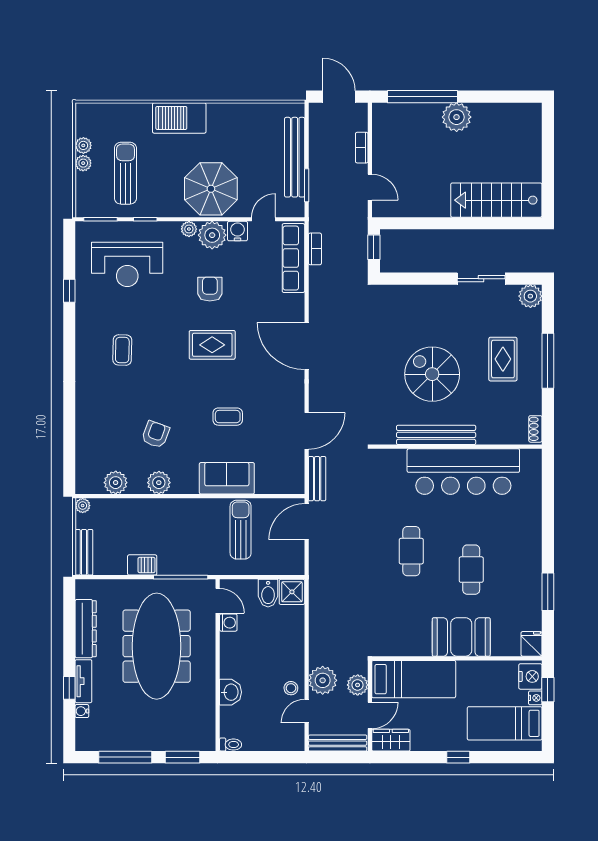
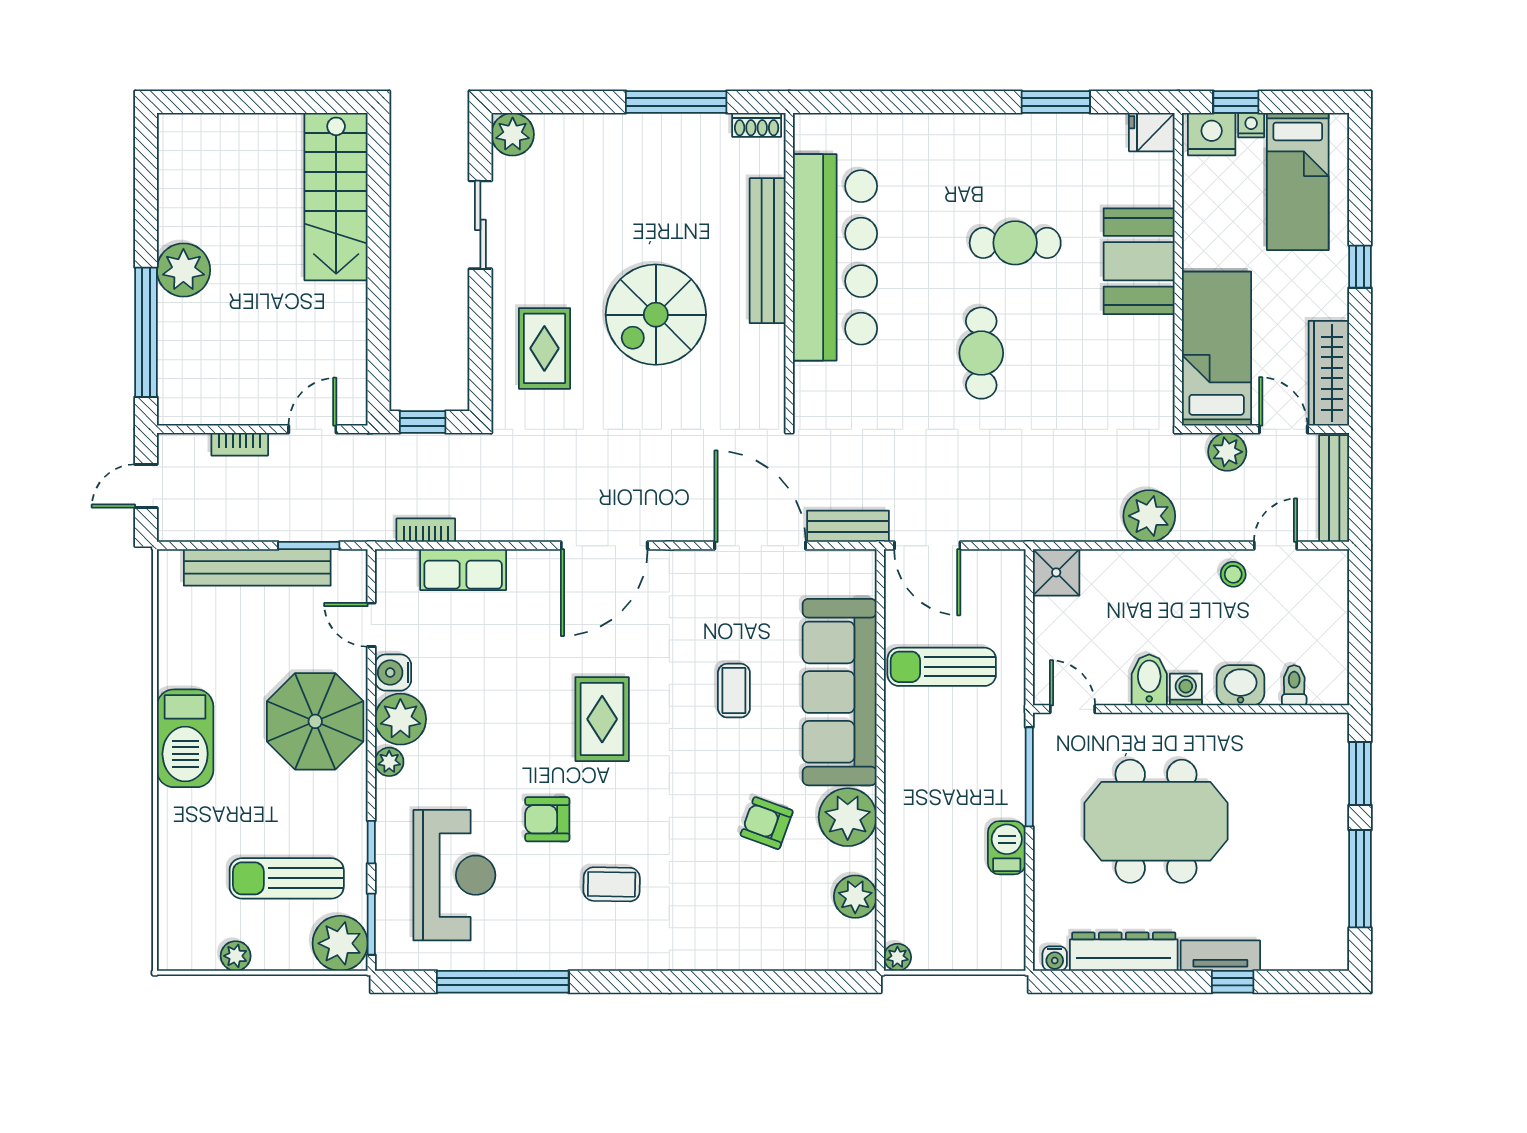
door: (339, 97) -> (146, 486), width x0.73
barbecue: (179, 118) -> (185, 738), moved
plant: (83, 163) -> (340, 943), moved, width x1.87, depth x1.87
row of seats: (293, 258) -> (463, 570), width x0.68
armchair: (210, 289) -> (547, 819), moved
window: (69, 291) -> (503, 982), width x3.17
rug: (503, 359) -> (544, 348), moved, turned 90
window: (548, 361) -> (676, 102), moved
door: (307, 431) -> (760, 546), width x1.36
bench: (436, 435) -> (768, 251), moved
sofa: (227, 478) -> (840, 692), width x1.85, depth x1.27
plant: (159, 483) -> (848, 817), width x1.36, depth x1.36
cafe table: (411, 551) -> (981, 353), turned 90
bench: (84, 552) -> (983, 955), removed
bidet: (268, 593) -> (1149, 680), moved, turned -90
door: (218, 601) -> (1072, 709), hinge flipped
washing machine: (228, 623) -> (1186, 689), moved
meeting table: (157, 646) -> (1156, 821), width x0.73
plant: (323, 680) -> (1149, 516), moved
water cooler: (82, 711) -> (1055, 959), moved
door: (307, 711) -> (1275, 546), swing flipped
wardrobe: (391, 740) -> (1329, 373), width x1.50
toilet: (231, 745) -> (1294, 685), moved

